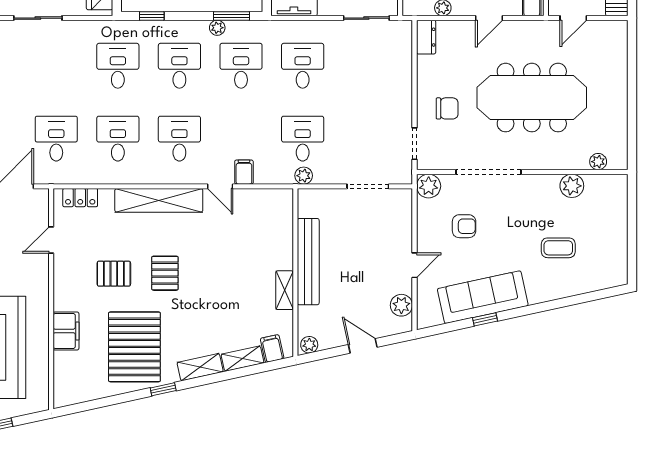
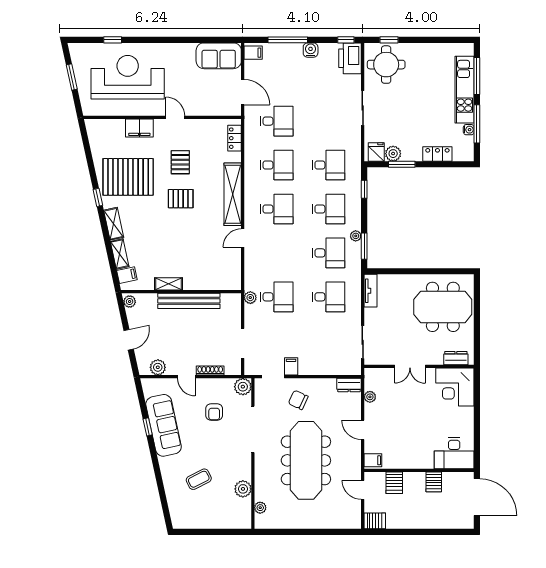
chair: (447, 108) -> (298, 400), turned 115
filing cabinet: (244, 172) -> (291, 366), moved, turned -90
shoe rack: (406, 232) -> (210, 371), added
door: (51, 240) -> (175, 117), moved
coffee table: (558, 248) -> (199, 479), turned 63

